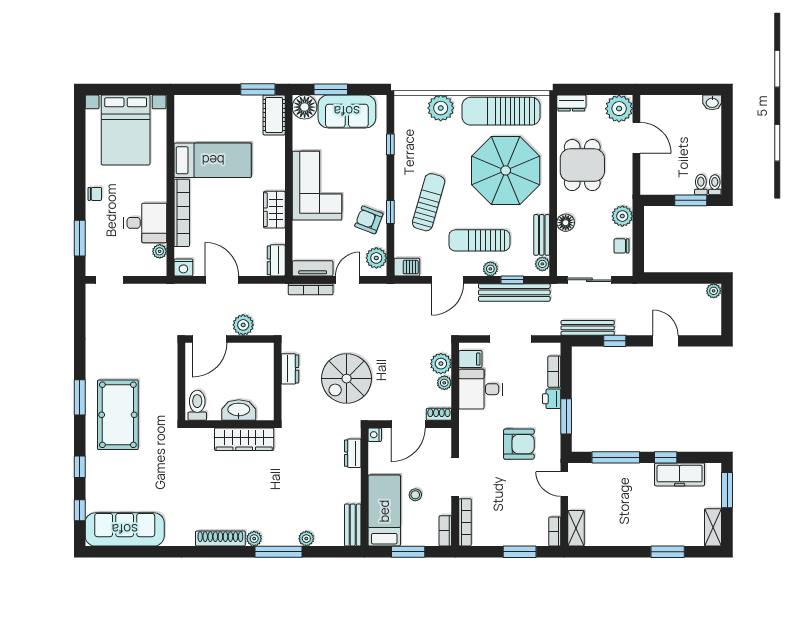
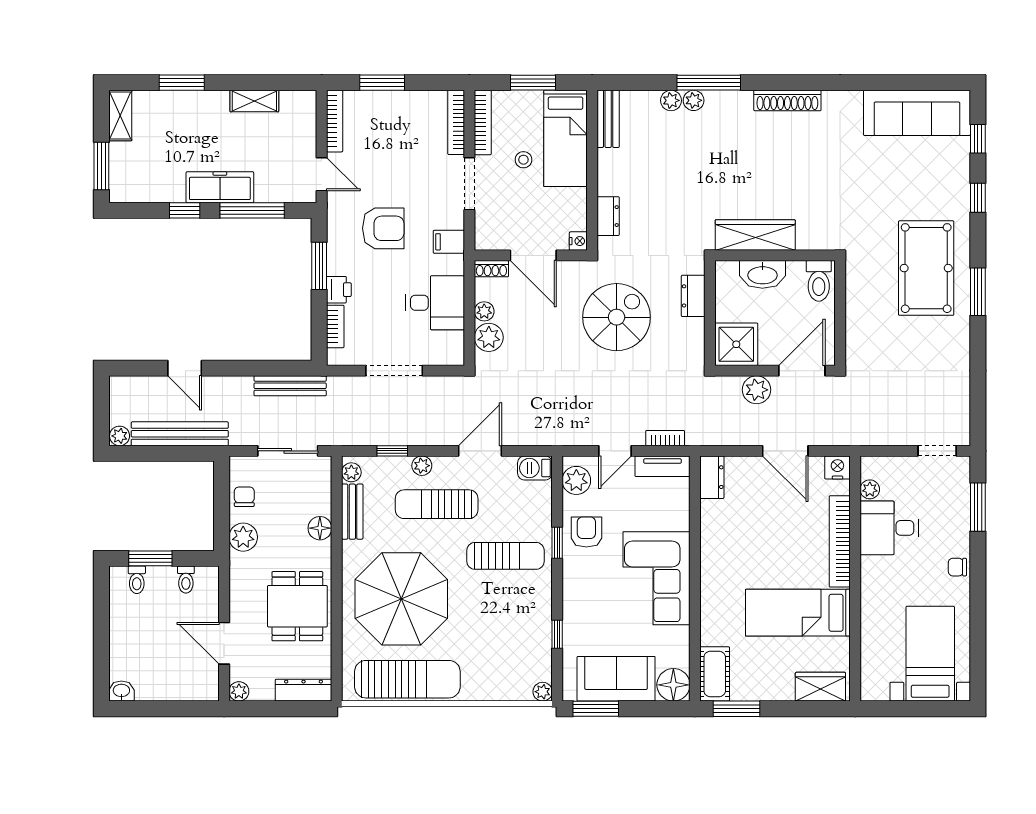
window: (331, 89) -> (596, 709), moved
dresser: (571, 103) -> (304, 690), width x1.44
plant: (441, 108) -> (543, 692), moved, width x0.53, depth x0.53
plant: (619, 109) -> (239, 691), width x0.53, depth x0.53
bed with nightstands: (126, 130) -> (930, 654), width x0.73
toilet: (715, 185) -> (186, 580), moved
sun lounger: (429, 202) -> (505, 556), turned -106
wardrobe: (274, 210) -> (820, 687), moved, turned -90
armchair: (369, 220) -> (586, 532), turned -111
sun lounger: (479, 240) -> (437, 504), turned 180
chair: (621, 246) -> (244, 497), turned -90
bookcase: (311, 289) -> (665, 438), width x0.64
bench: (514, 292) -> (180, 434), moved
window: (615, 341) -> (253, 368), removed
shower: (258, 358) -> (736, 344), added
filing cabinet: (470, 359) -> (449, 242), moved
dresser: (290, 369) -> (693, 296), moved
door: (408, 424) -> (533, 255), swing flipped
armchair: (519, 444) -> (383, 228), turned 180
freezer: (680, 474) -> (220, 187), moved
shelving: (576, 528) -> (254, 101), moved, turned 90
bookcase: (445, 531) -> (483, 123), width x1.56
bookcase: (555, 532) -> (335, 121), width x1.56
plant: (254, 539) -> (694, 100), moved

